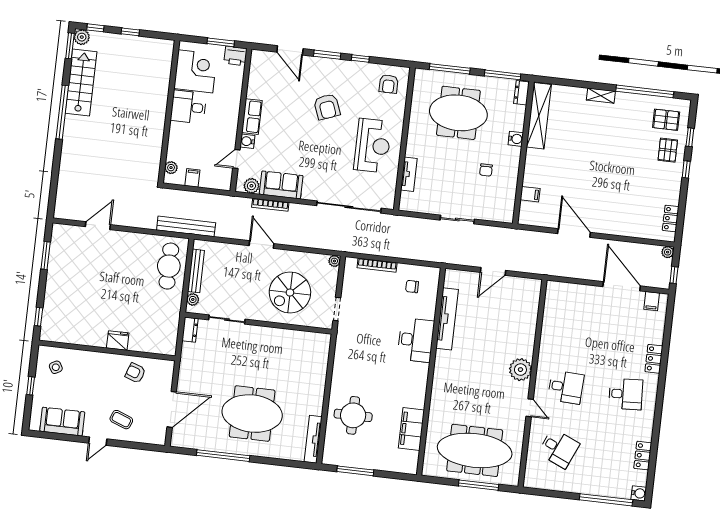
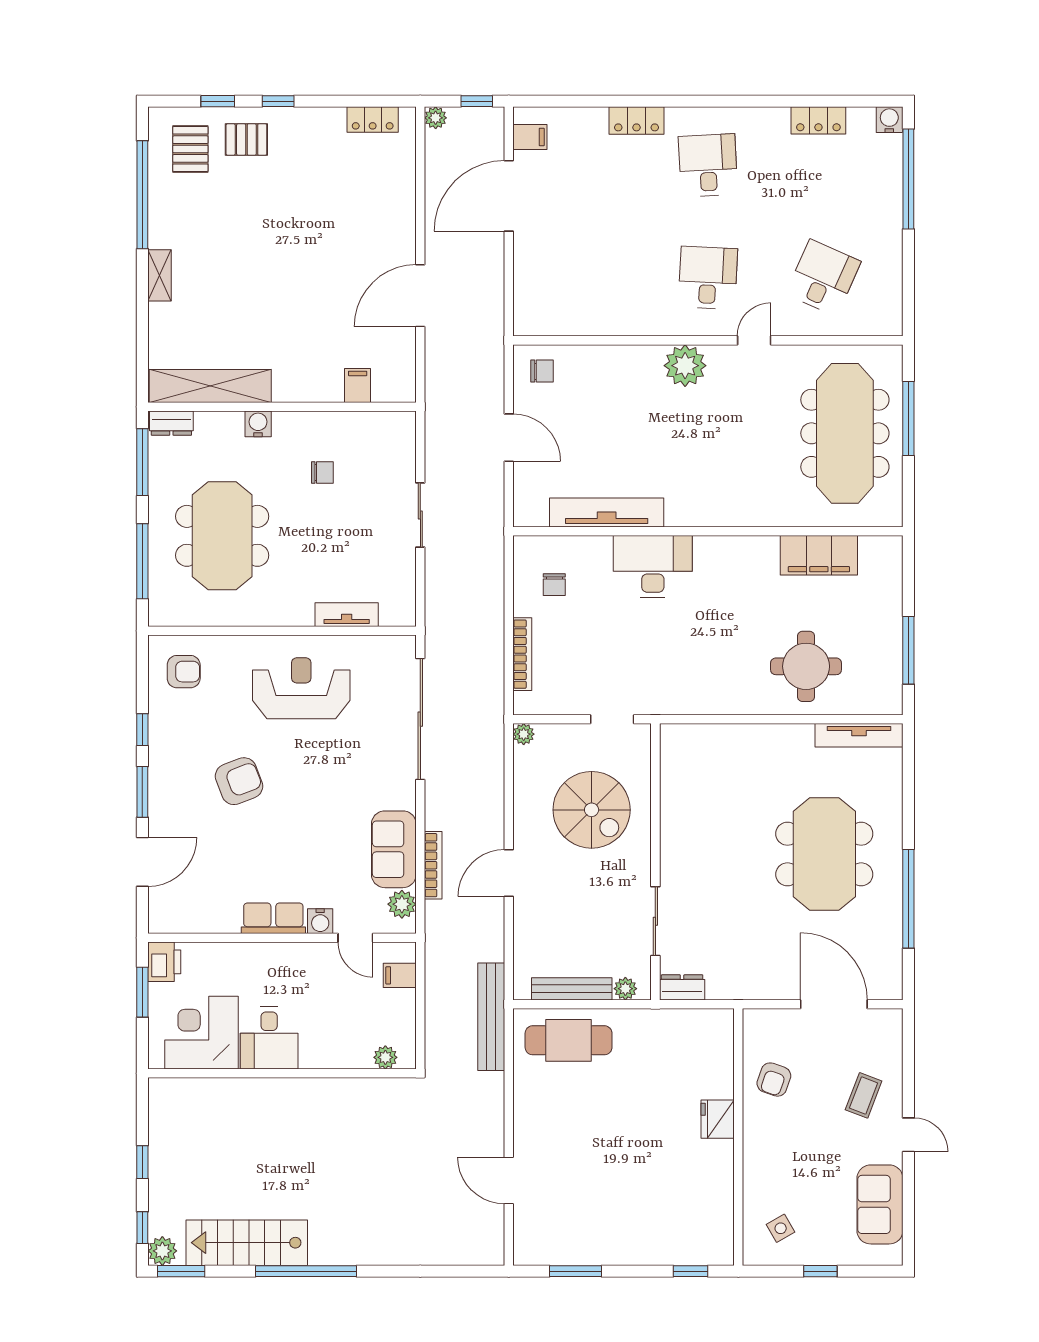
filing cabinet: (192, 178) -> (400, 975), moved
chair: (526, 293) -> (542, 371), added

